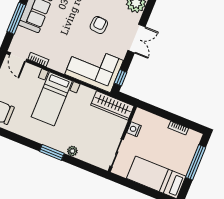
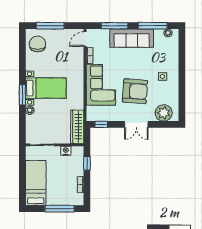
armchair: (99, 25) -> (135, 91), width x1.88, depth x1.88
corner sofa: (94, 67) -> (101, 85), moved
bed with nightstands: (52, 99) -> (46, 88), moved, turned 180
window: (157, 111) -> (87, 163), added

